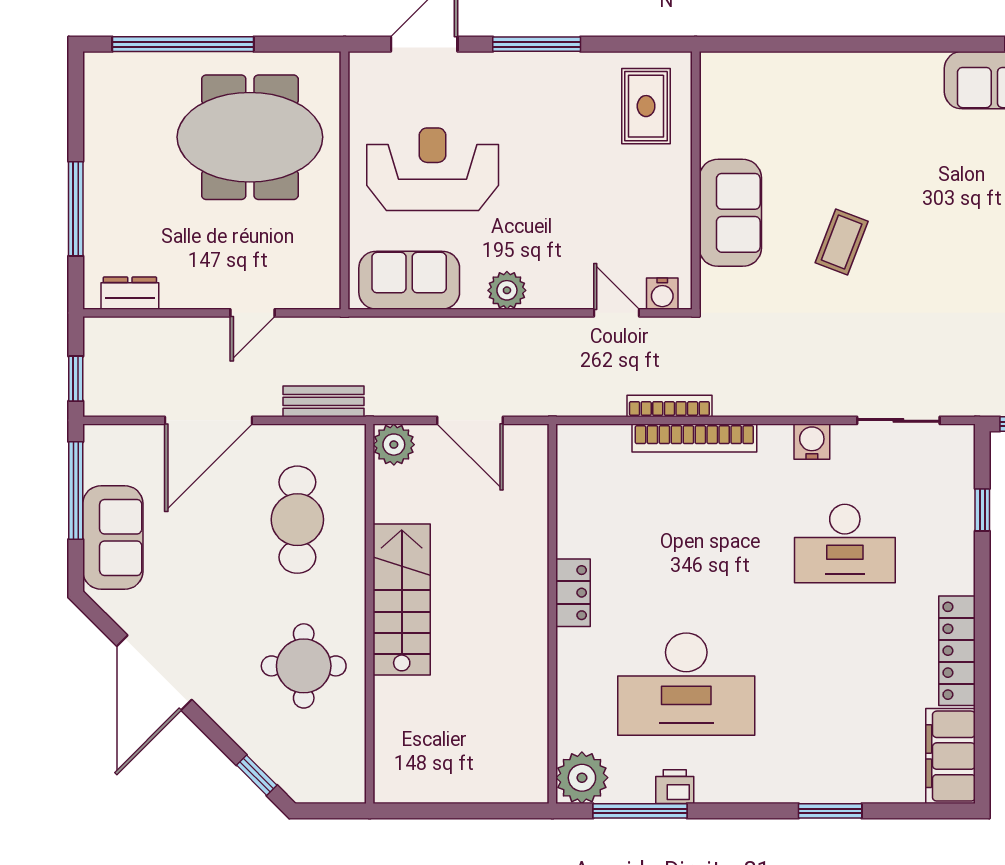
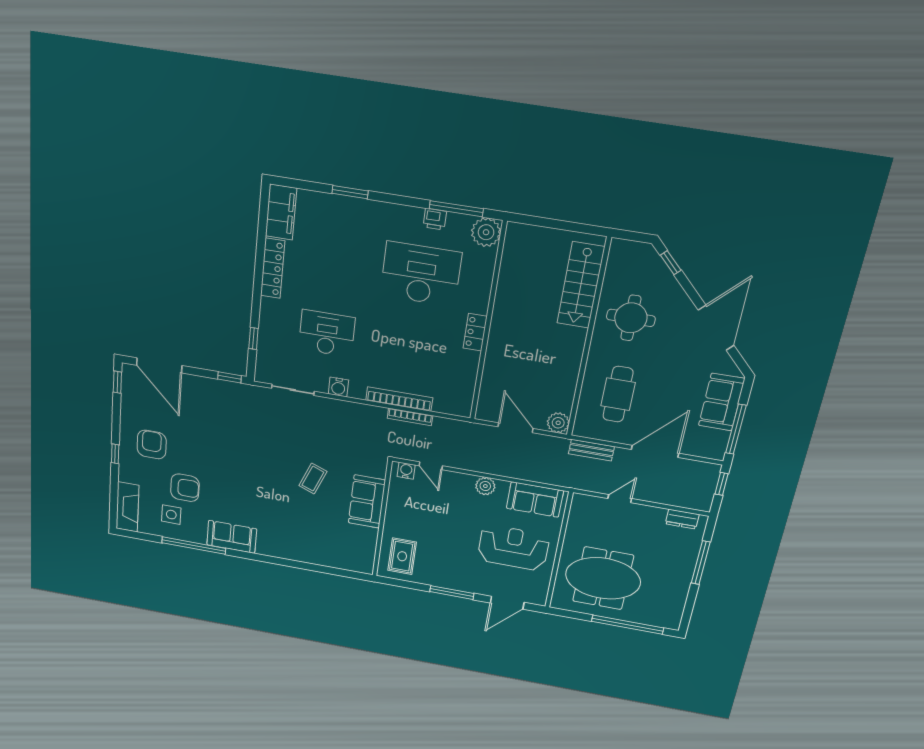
reception desk: (433, 169) -> (513, 548), turned 180
stairs: (402, 599) -> (581, 285), moved

